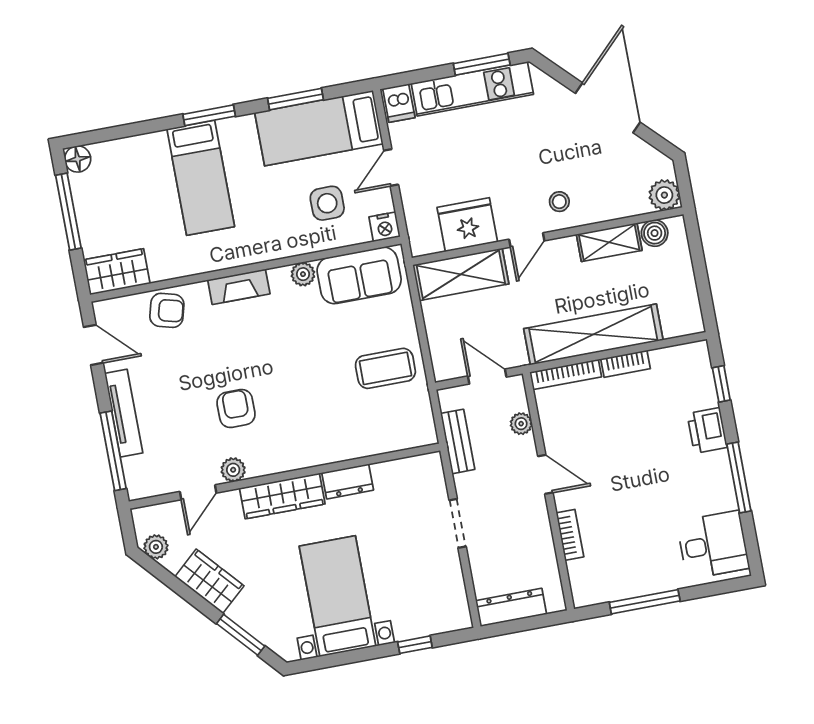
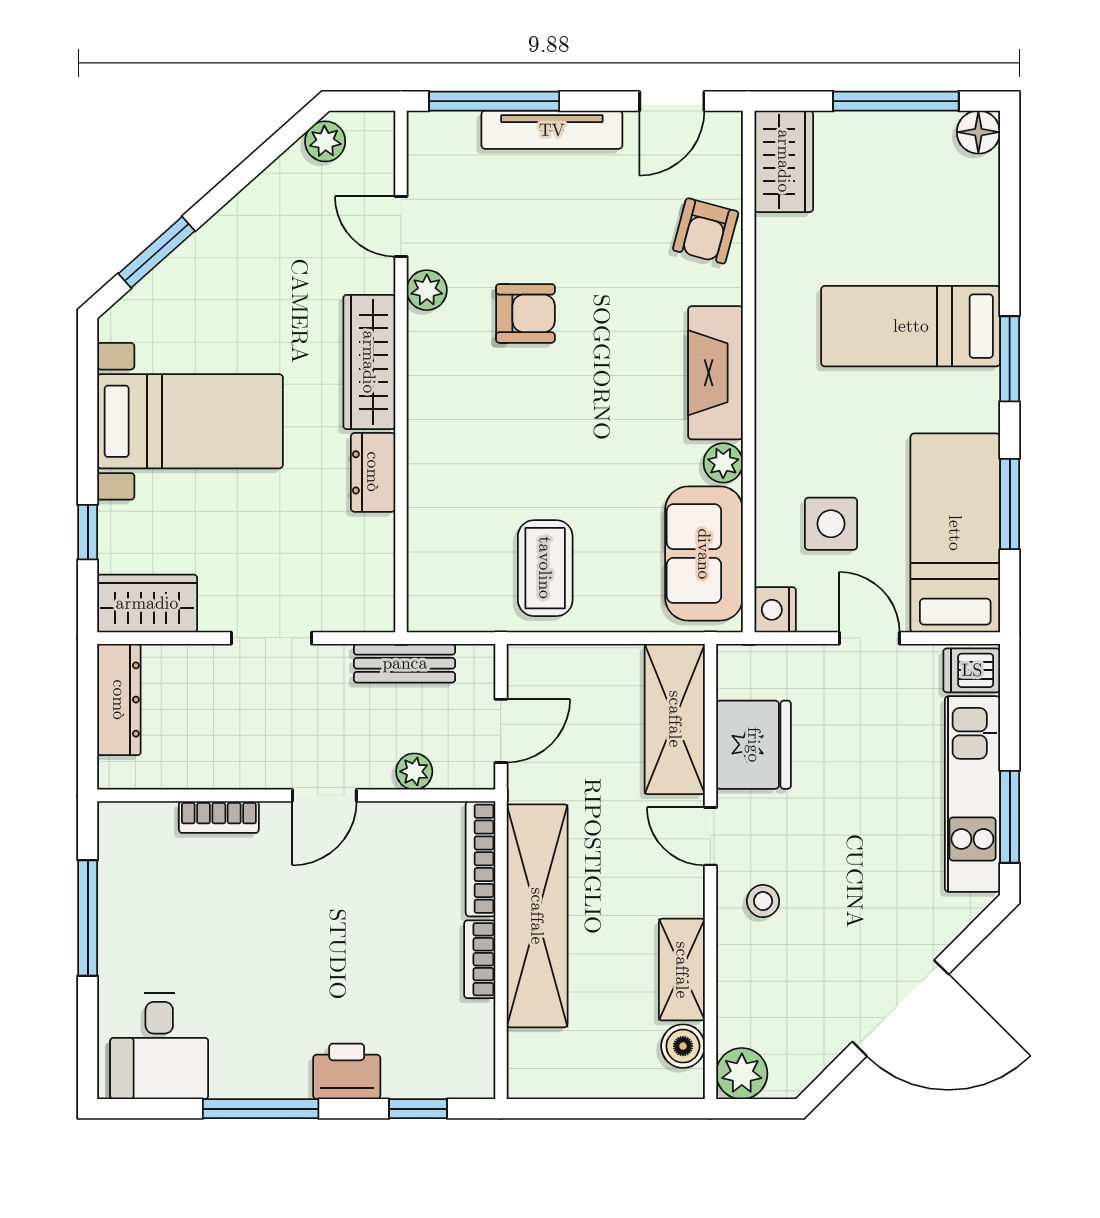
fireplace: (239, 287) -> (715, 373), width x1.37, depth x1.32
wardrobe: (209, 581) -> (147, 603), moved, turned -138

